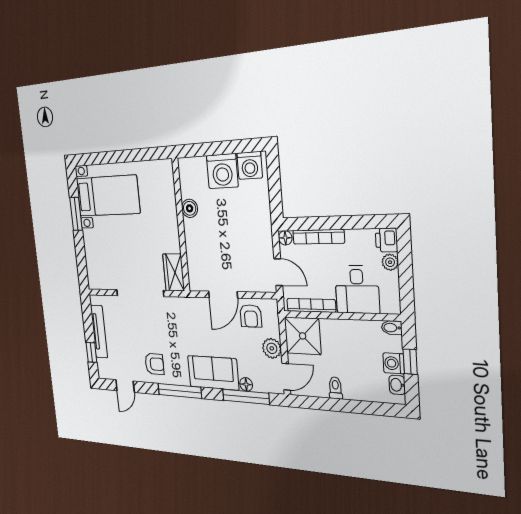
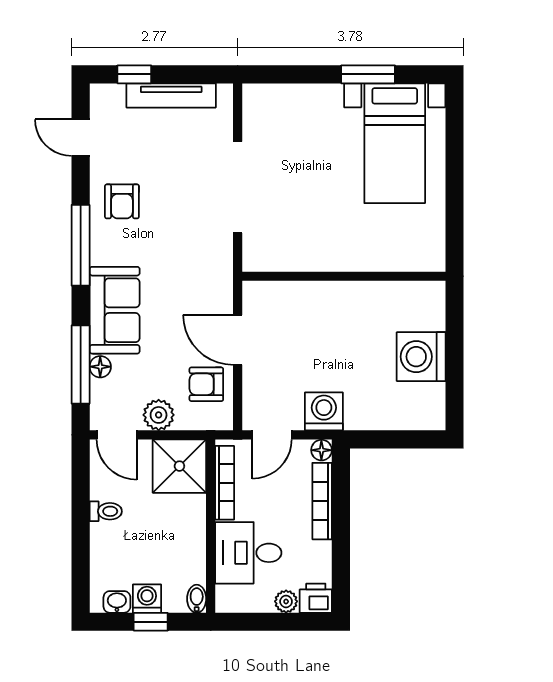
washing machine: (250, 165) -> (324, 411), moved, turned 90
boiler: (190, 208) -> (369, 295), removed
wardrobe: (174, 272) -> (271, 255), removed

